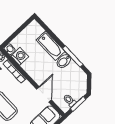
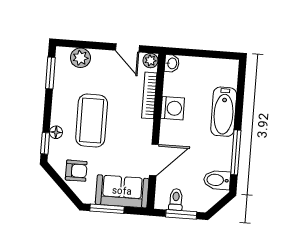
washing machine: (20, 56) -> (173, 108), moved
bidet: (64, 61) -> (217, 180), moved

